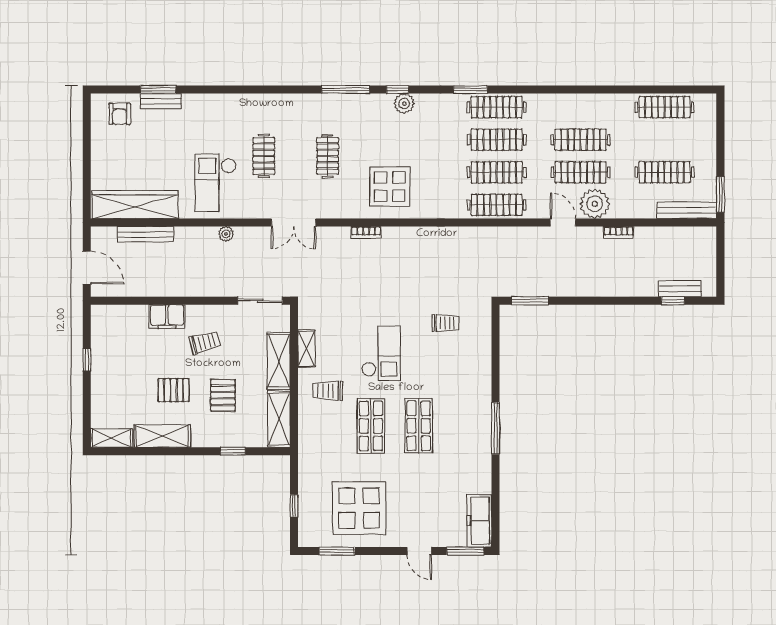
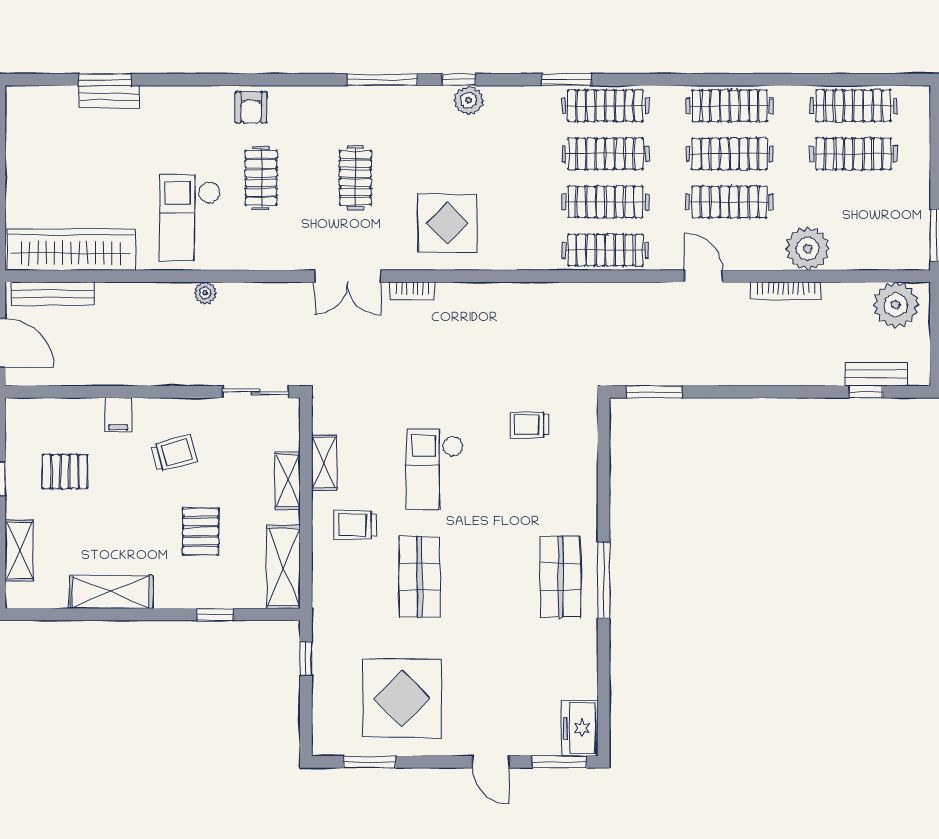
clothes rail: (581, 107) -> (729, 106), added
armchair: (120, 114) -> (251, 107), moved
clothes rail: (665, 172) -> (853, 154), moved
plant: (595, 204) -> (808, 249), moved
bench: (687, 210) -> (886, 258), removed
double door: (294, 222) -> (348, 276), moved
bookcase: (619, 232) -> (786, 291), width x1.56
bench: (145, 234) -> (53, 294), moved
plant: (693, 242) -> (896, 305), added
filing cabinet: (167, 317) -> (118, 415), width x0.50
trolley: (445, 323) -> (530, 425), turned 180
checkout: (381, 353) -> (435, 470), turned 180
shelving: (279, 361) -> (287, 481), width x0.67, depth x0.75
pallet: (174, 390) -> (65, 472), moved
shop shelf: (419, 426) -> (560, 577), moved
shelving: (112, 438) -> (19, 551), moved, turned 90
window: (294, 506) -> (306, 658), moved
freezer: (479, 521) -> (580, 728), width x0.71

